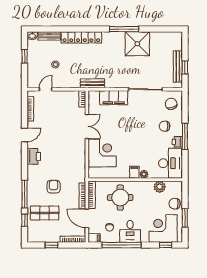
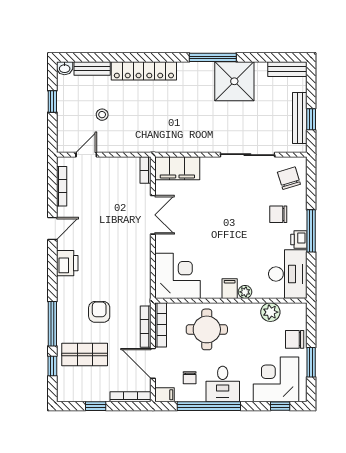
bench: (92, 83) -> (287, 69), moved
filing cabinet: (114, 98) -> (177, 168), moved
corner desk: (102, 153) -> (178, 276), moved

